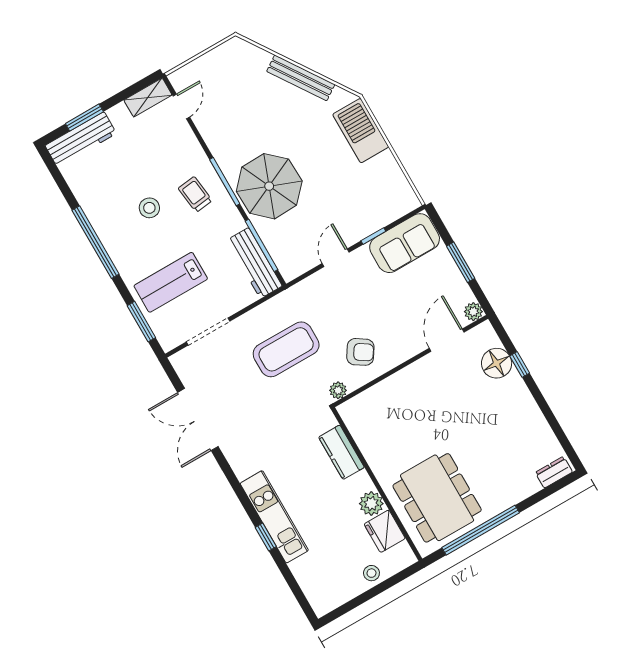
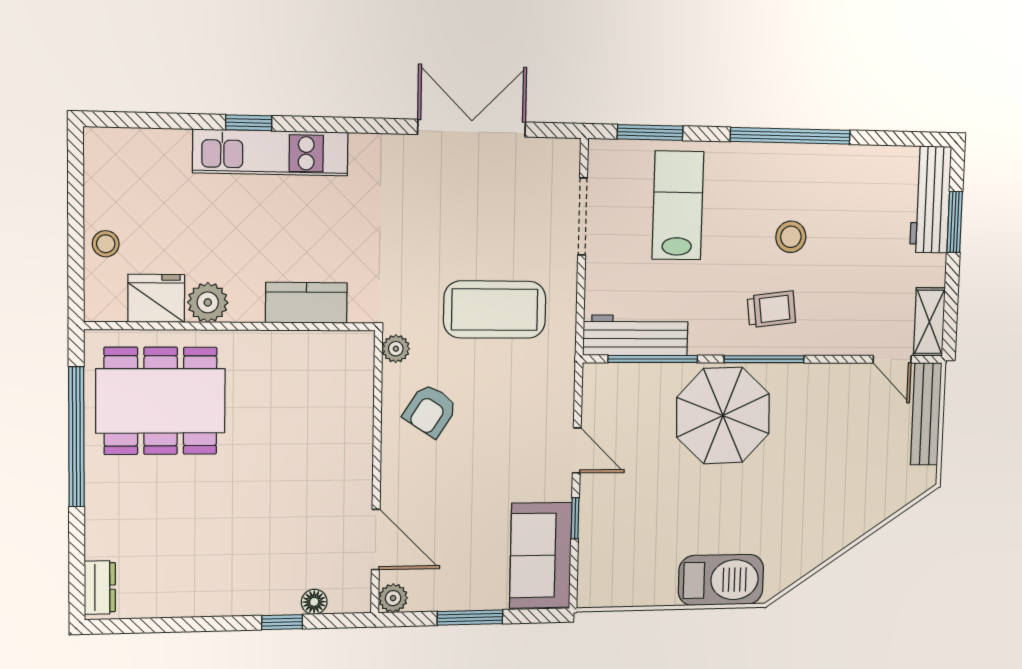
bench: (301, 78) -> (926, 414), moved, turned -56
coffee table: (286, 349) -> (495, 310), turned 90
floor lamp: (497, 363) -> (314, 602), width x0.53, depth x0.53

